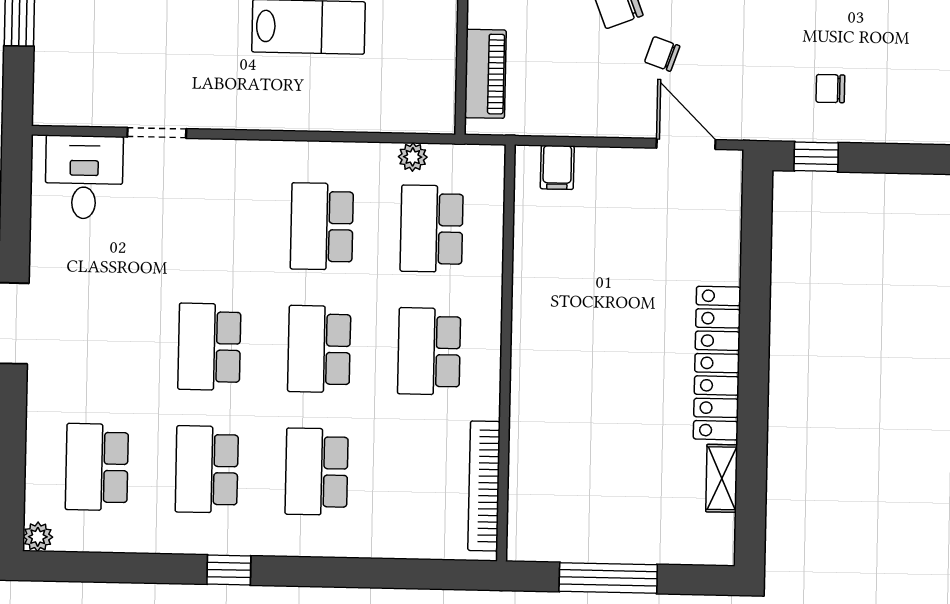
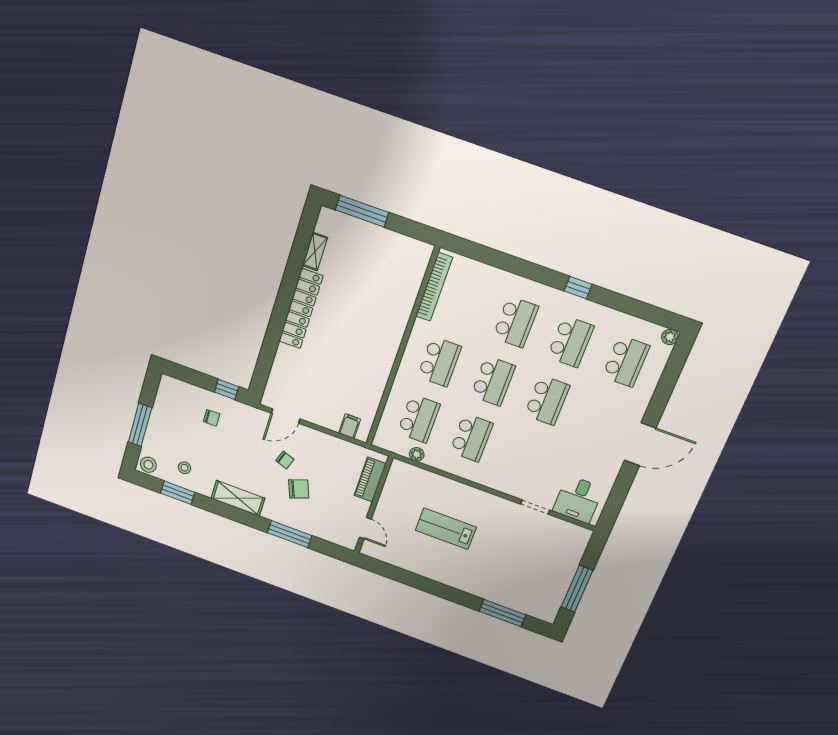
door: (686, 144) -> (286, 416), hinge flipped
window: (608, 578) -> (362, 211), moved

